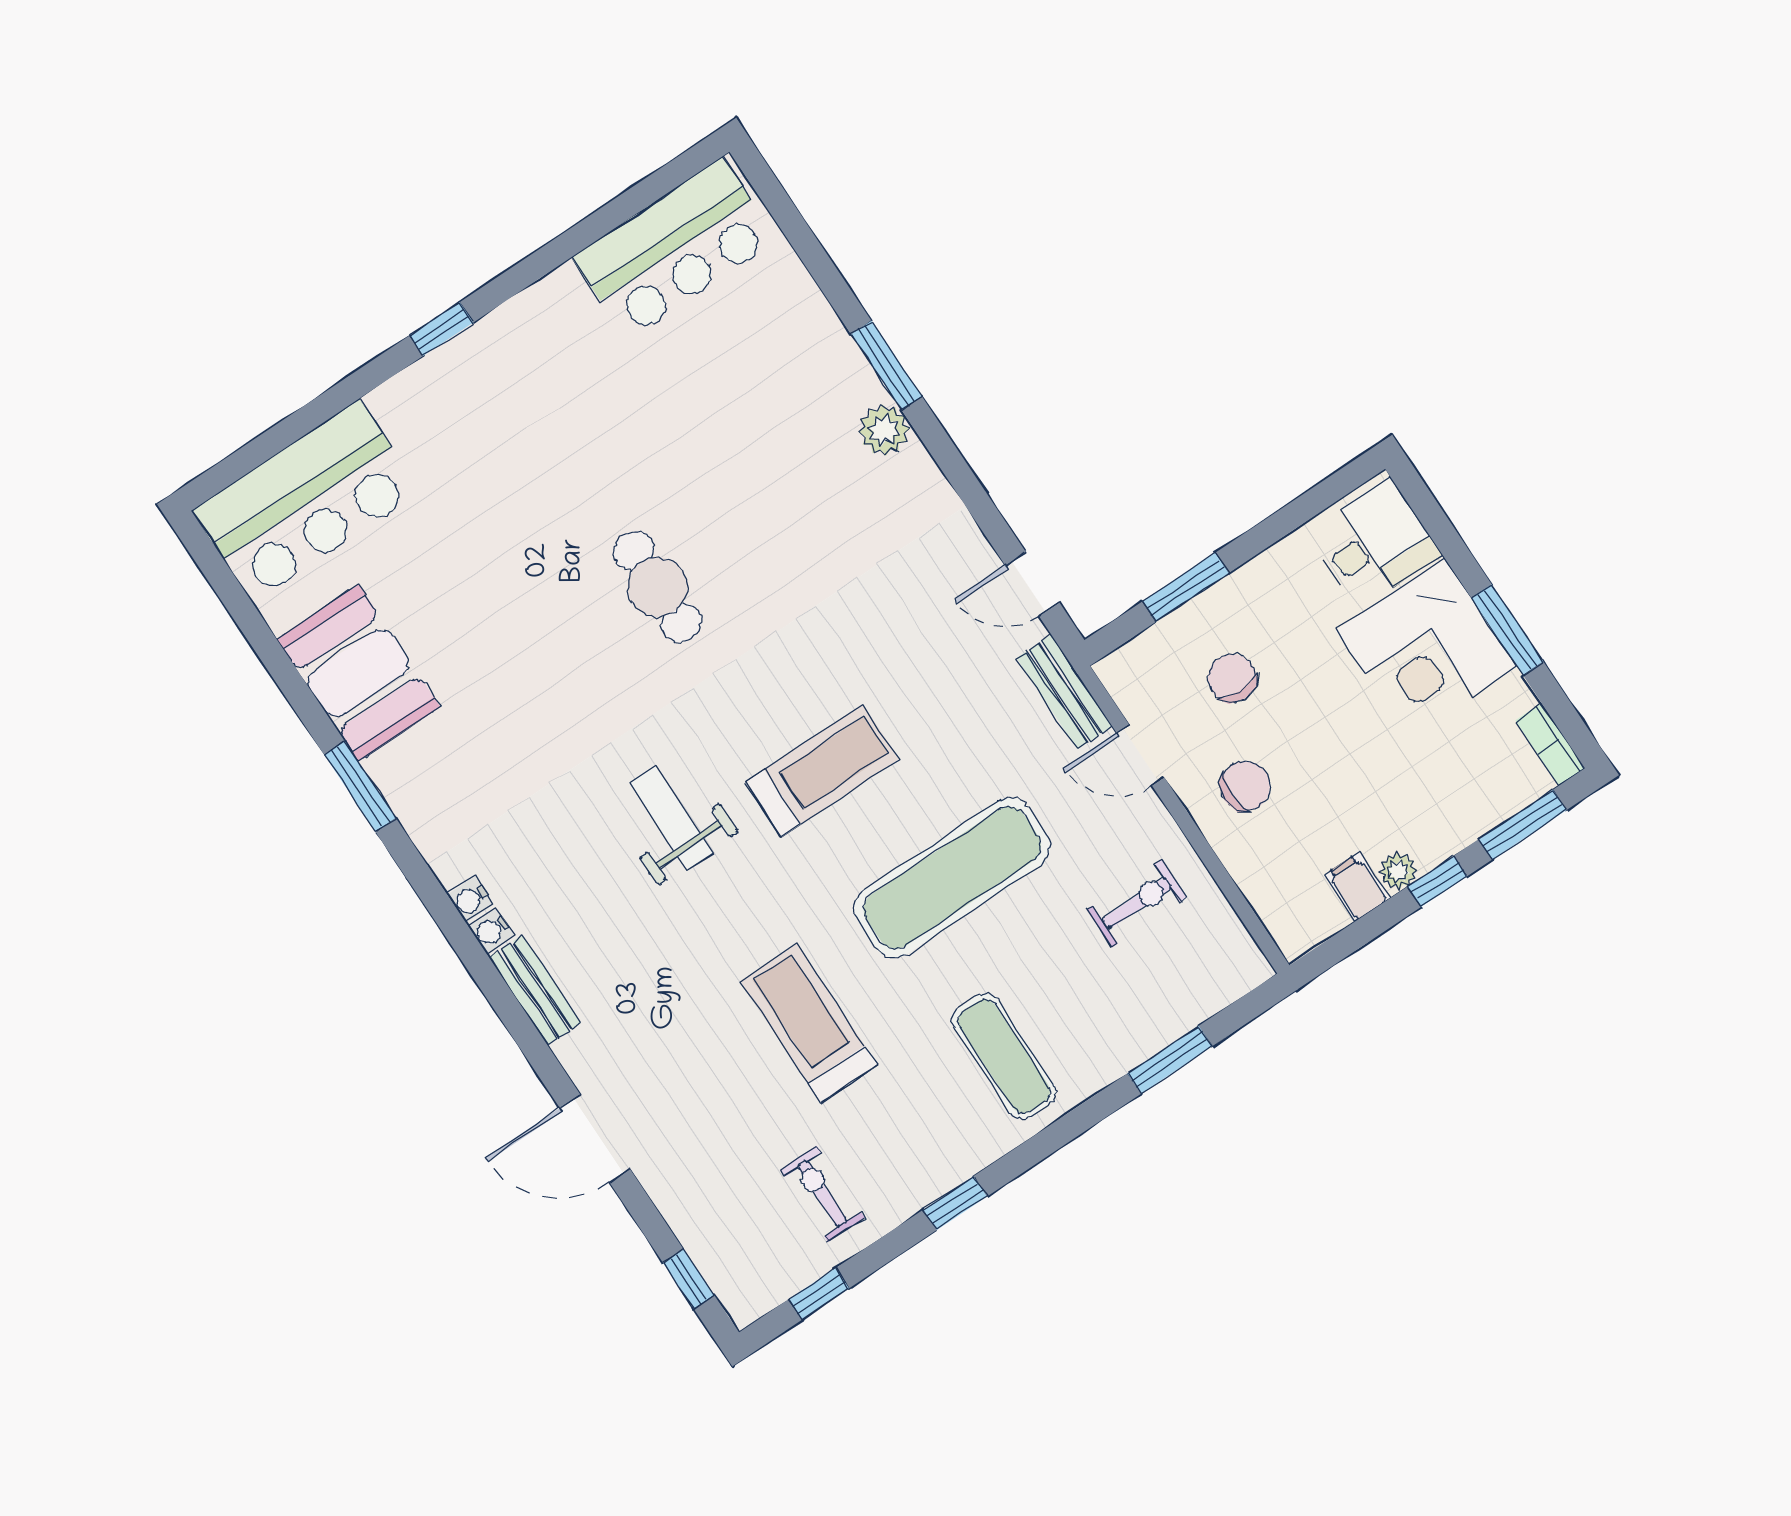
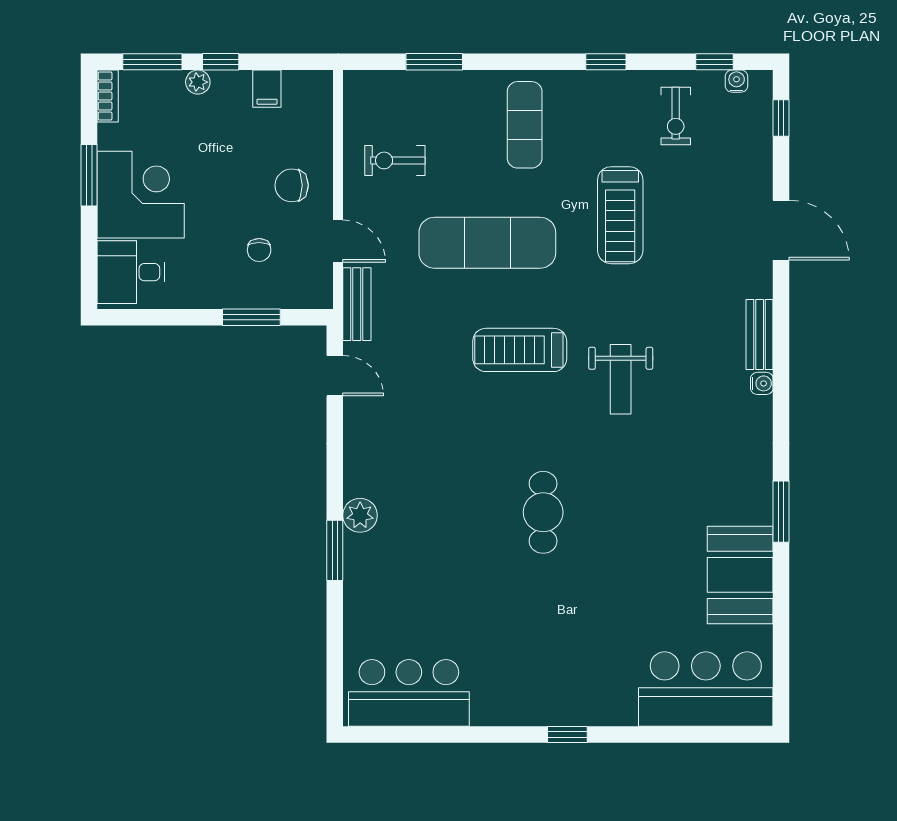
chair: (1232, 678) -> (259, 250), width x0.73, depth x0.73
plant: (1398, 871) -> (198, 82), moved
water cooler: (470, 900) -> (737, 81), moved, turned -90

